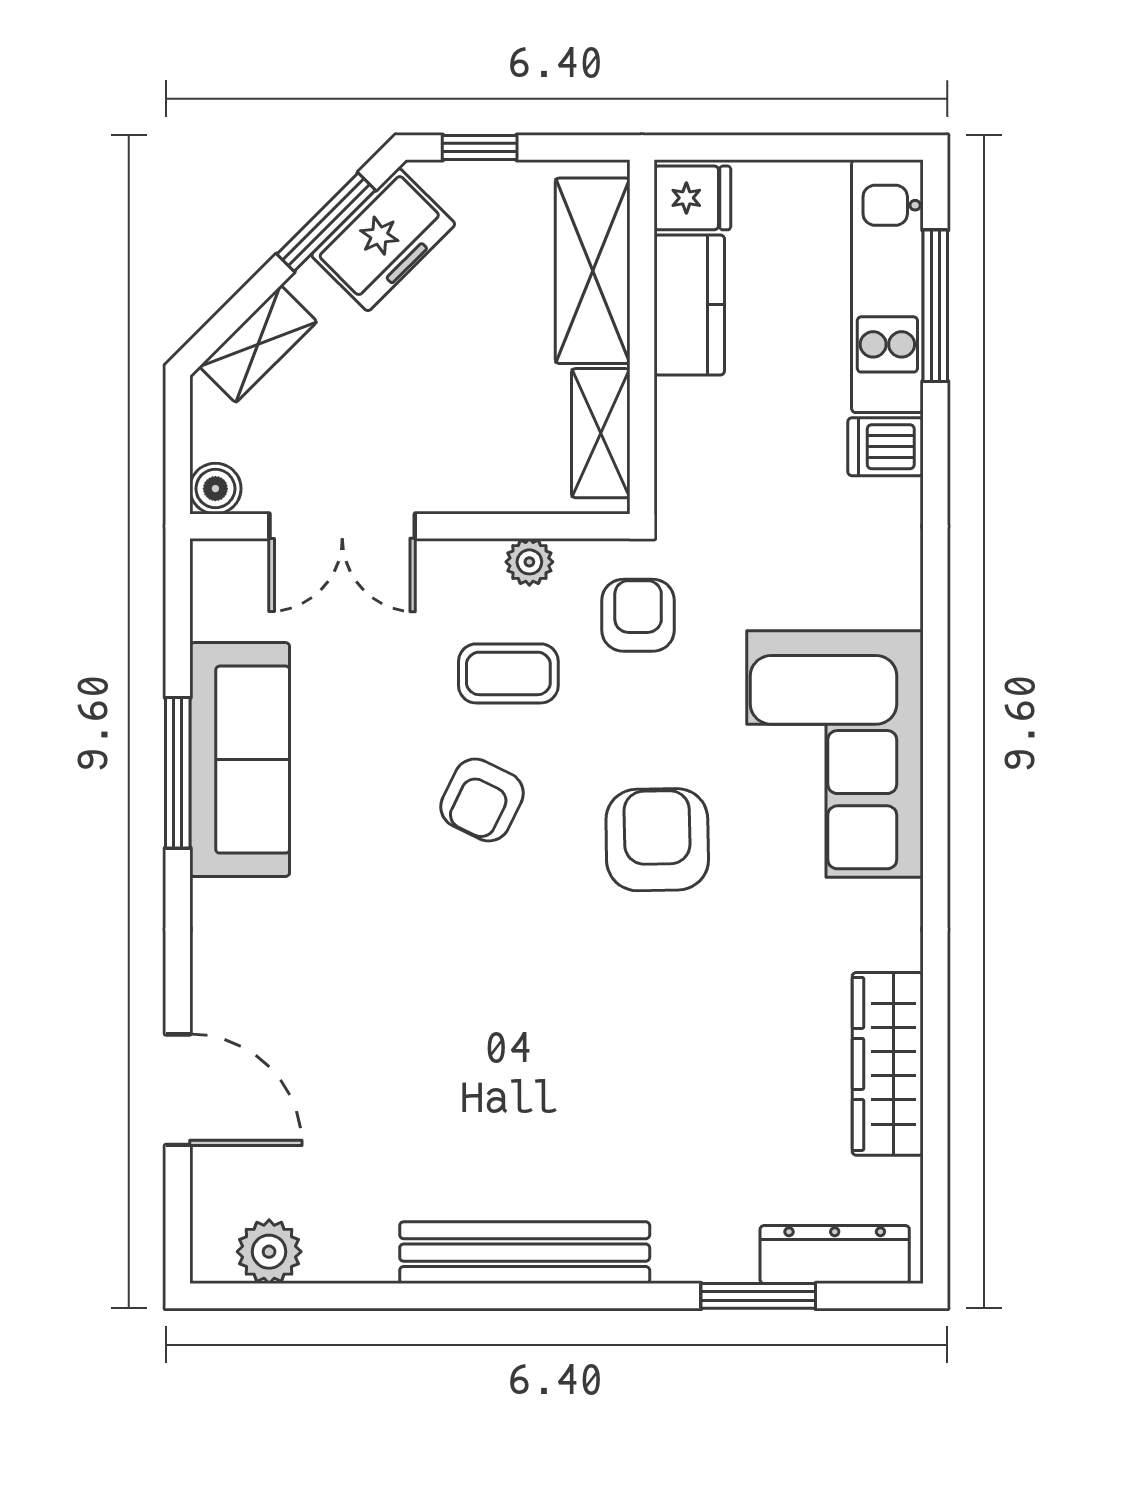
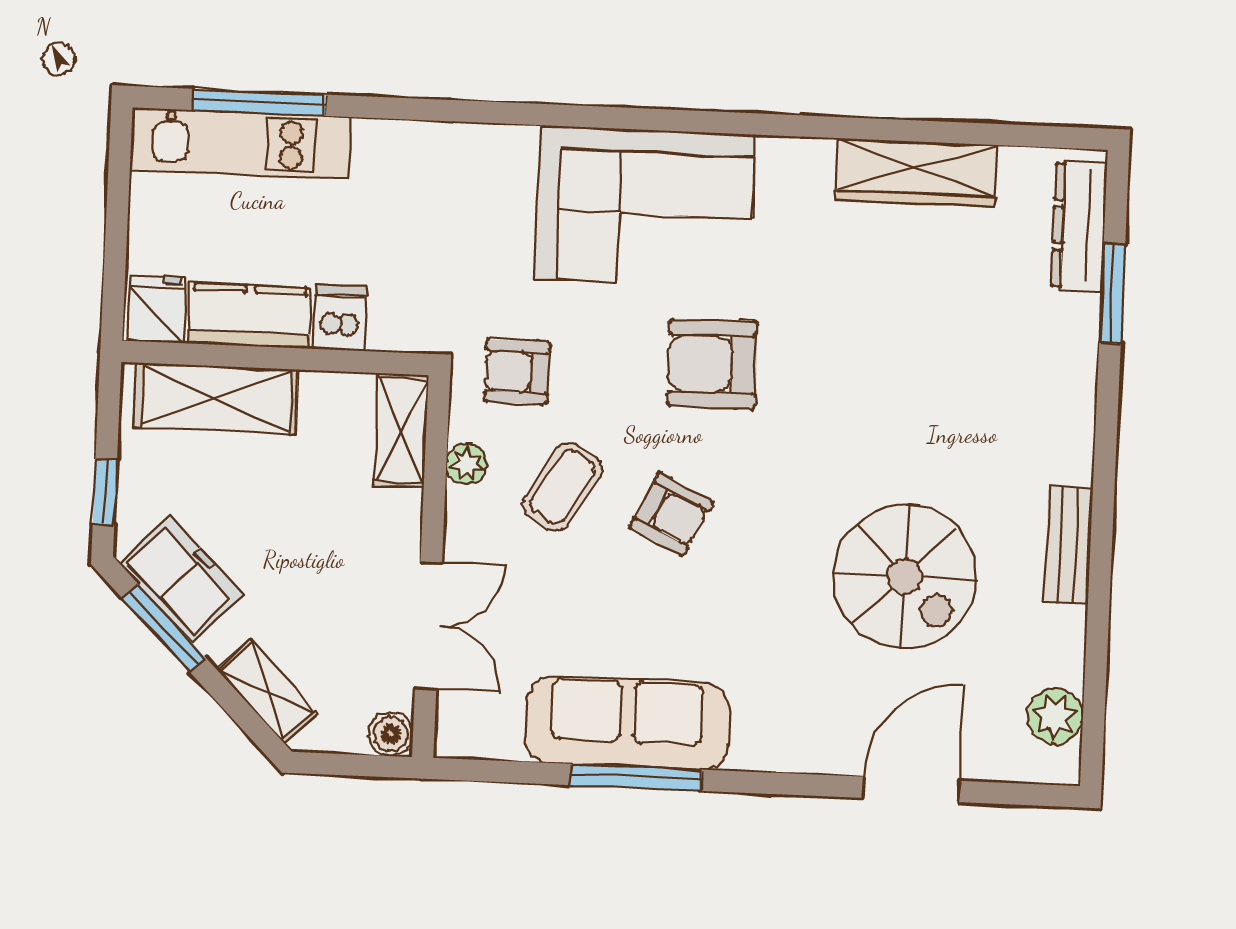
shelving: (601, 433) -> (401, 430), moved, turned 90
dishwasher: (885, 447) -> (340, 318), moved, turned 180
coffee table: (508, 673) -> (563, 487), turned 32
spiral stairs: (423, 1071) -> (905, 576), added
bench: (525, 1253) -> (1068, 545), width x0.54, depth x0.82

